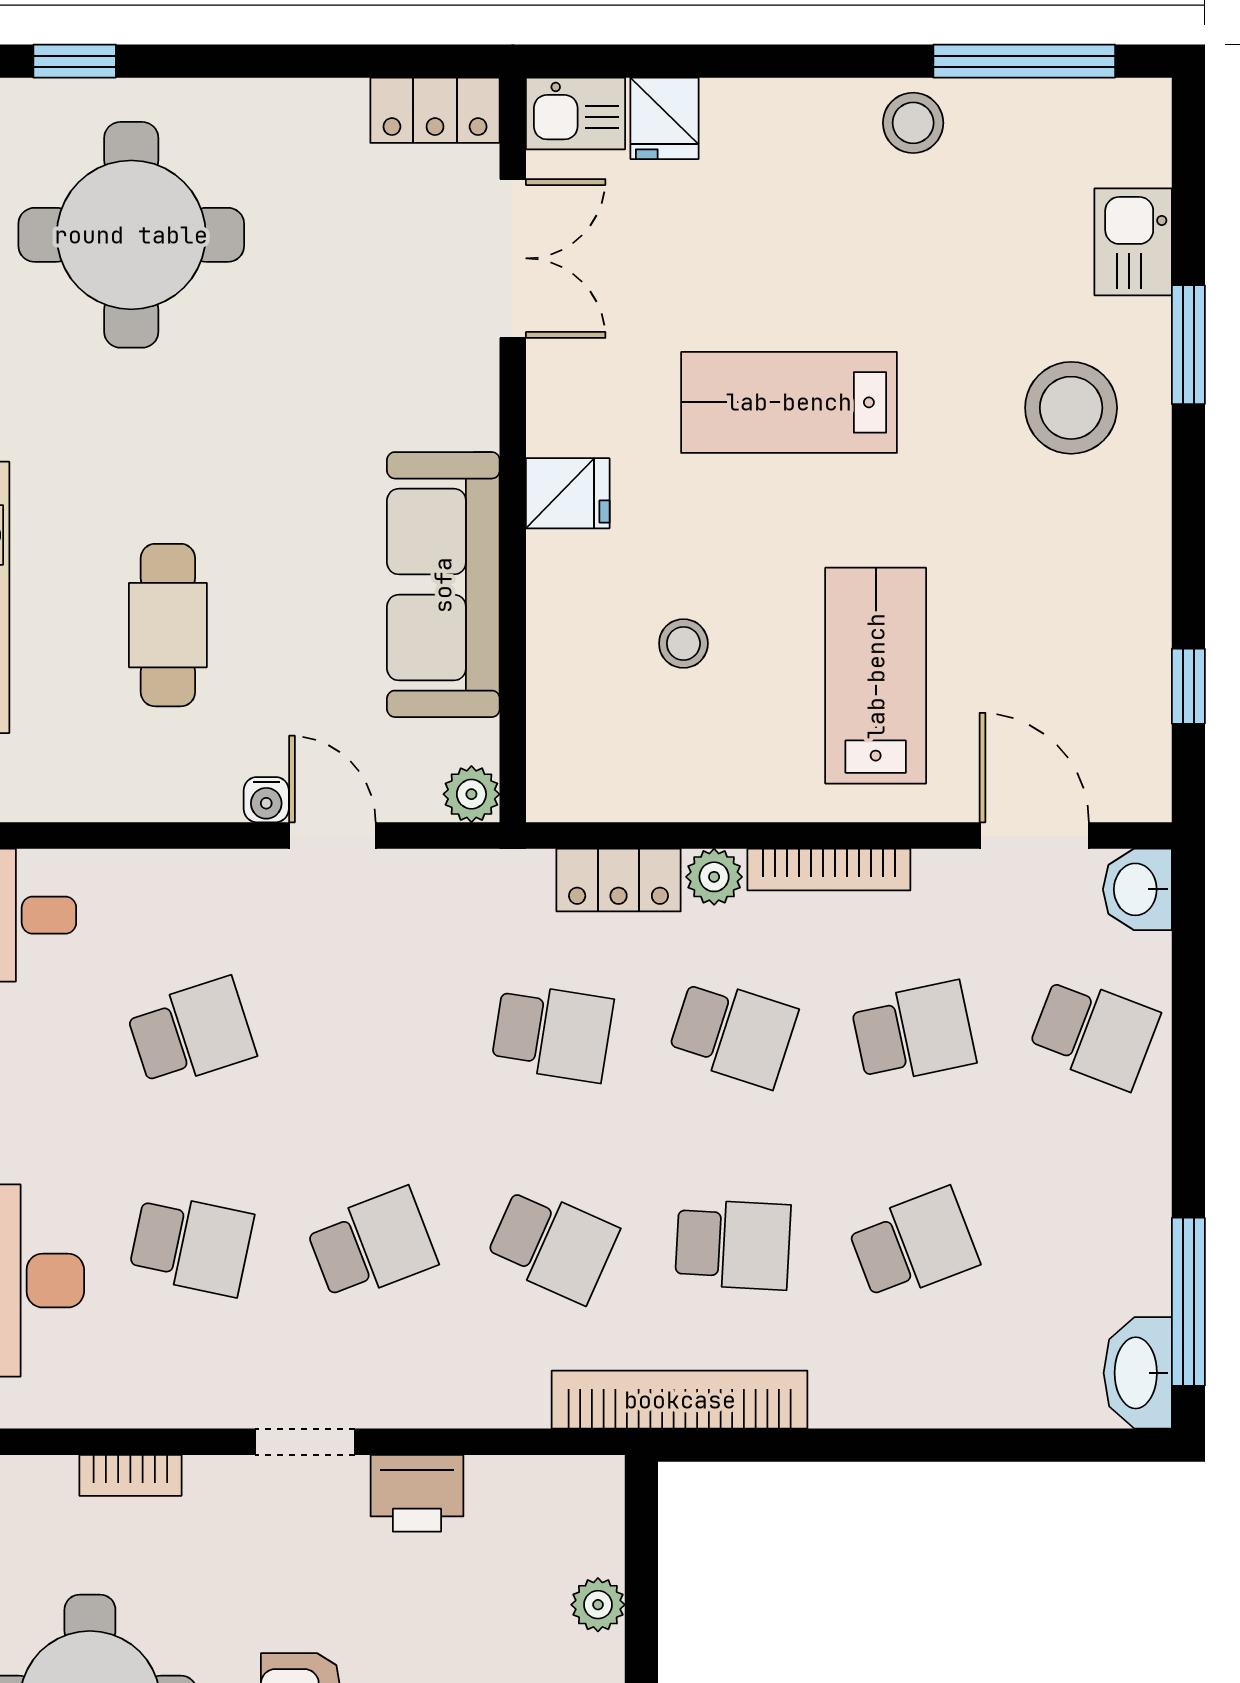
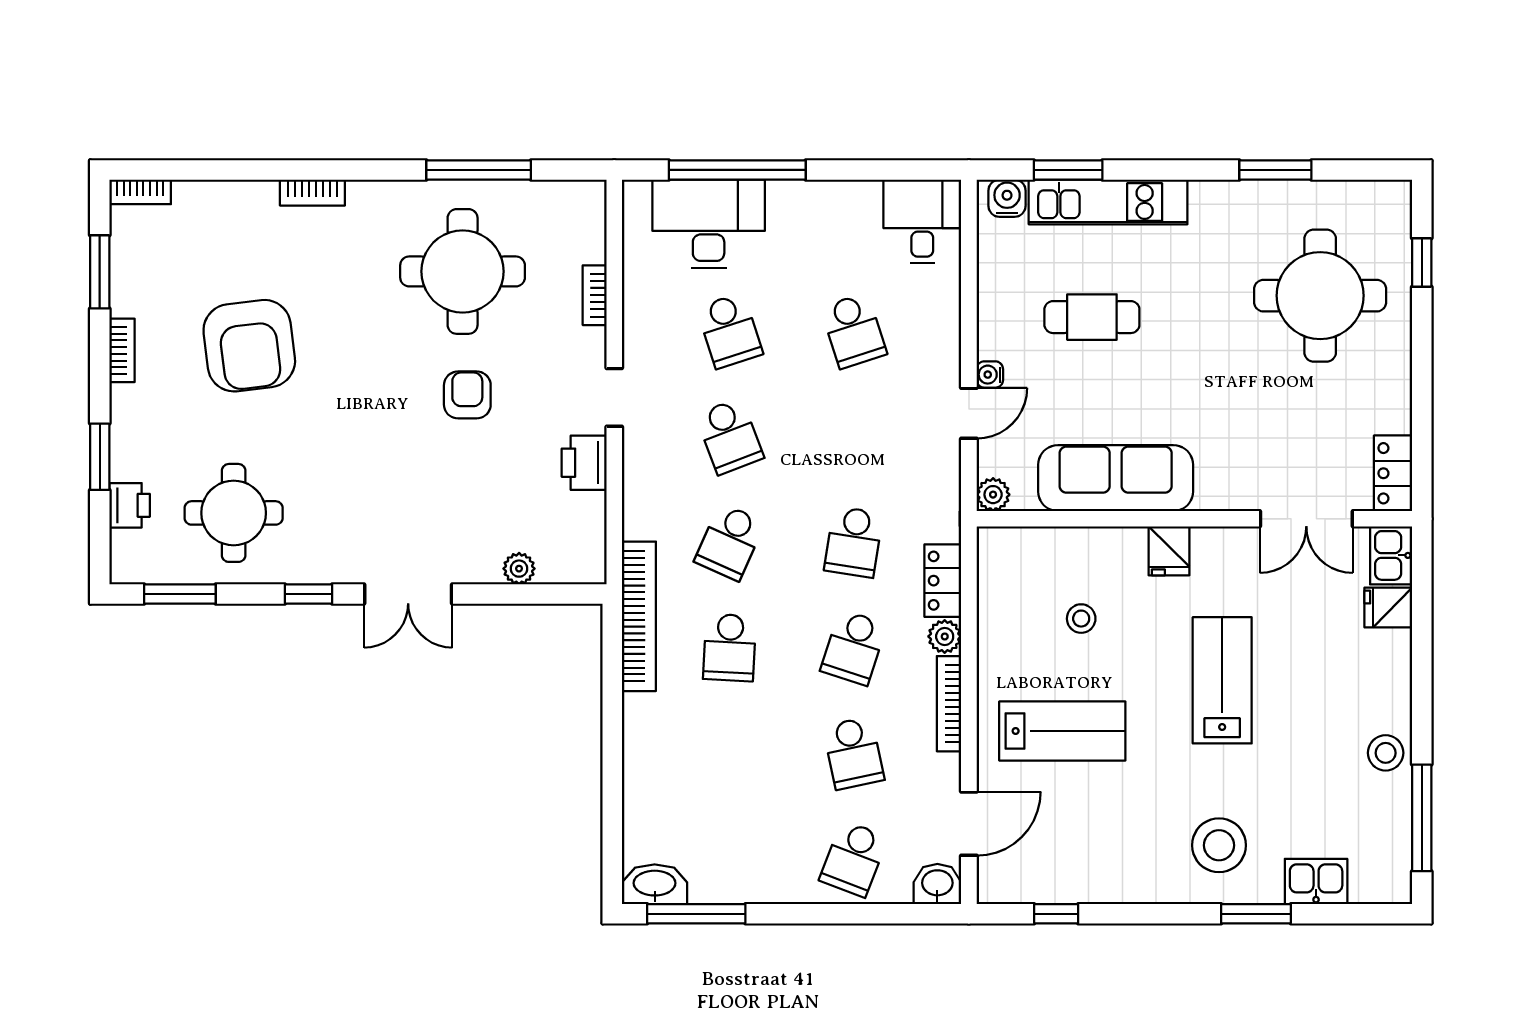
school desk: (191, 1245) -> (730, 331), turned -30
school desk: (913, 1245) -> (730, 753), removed

